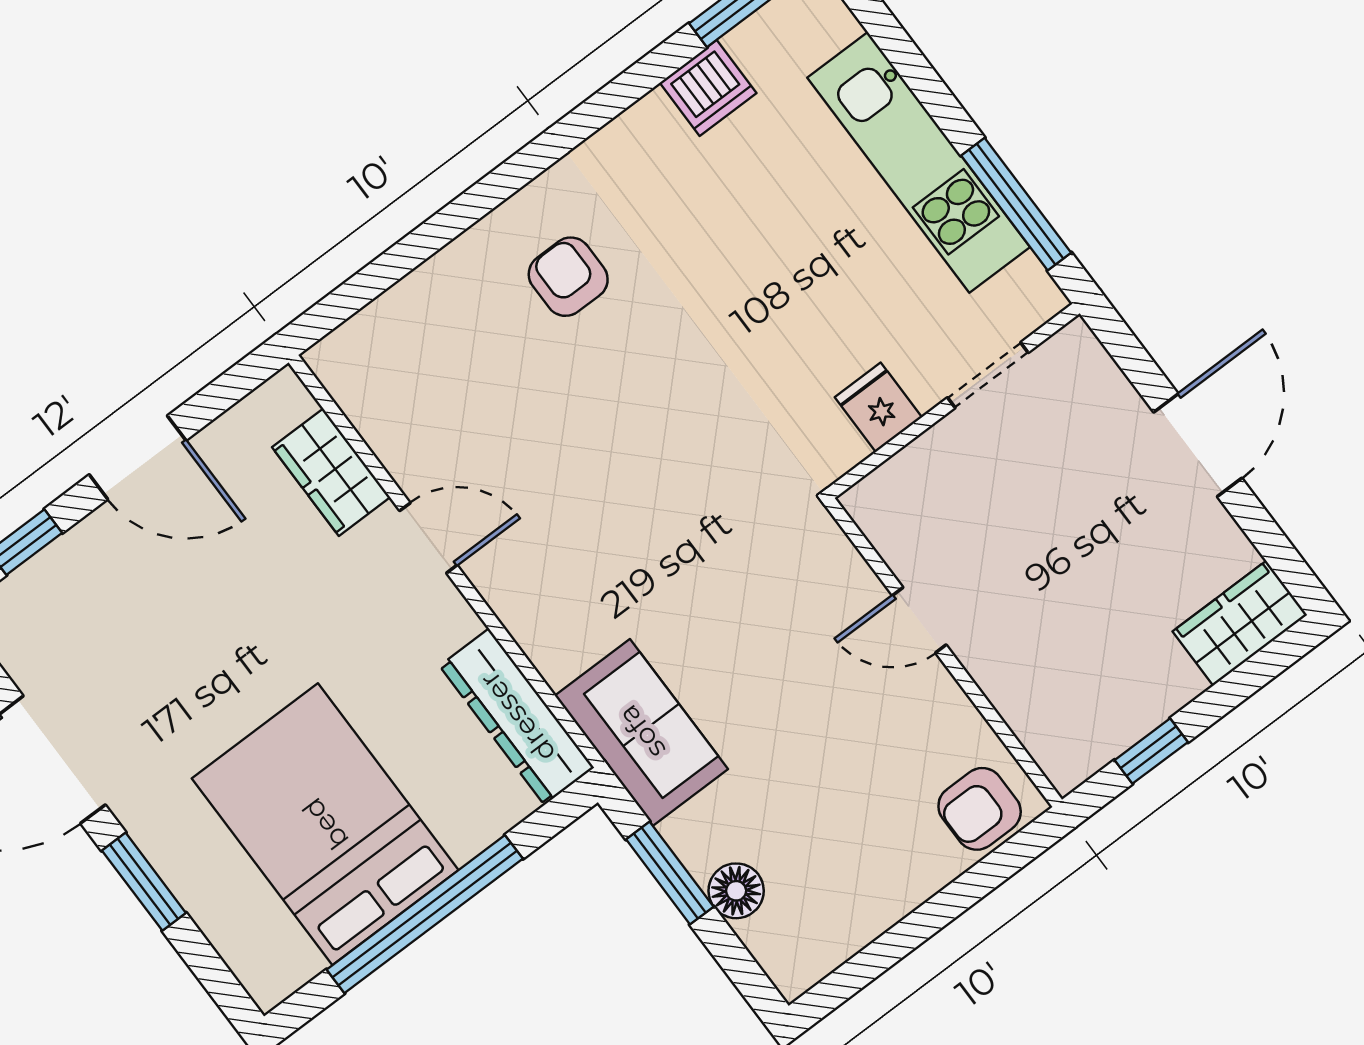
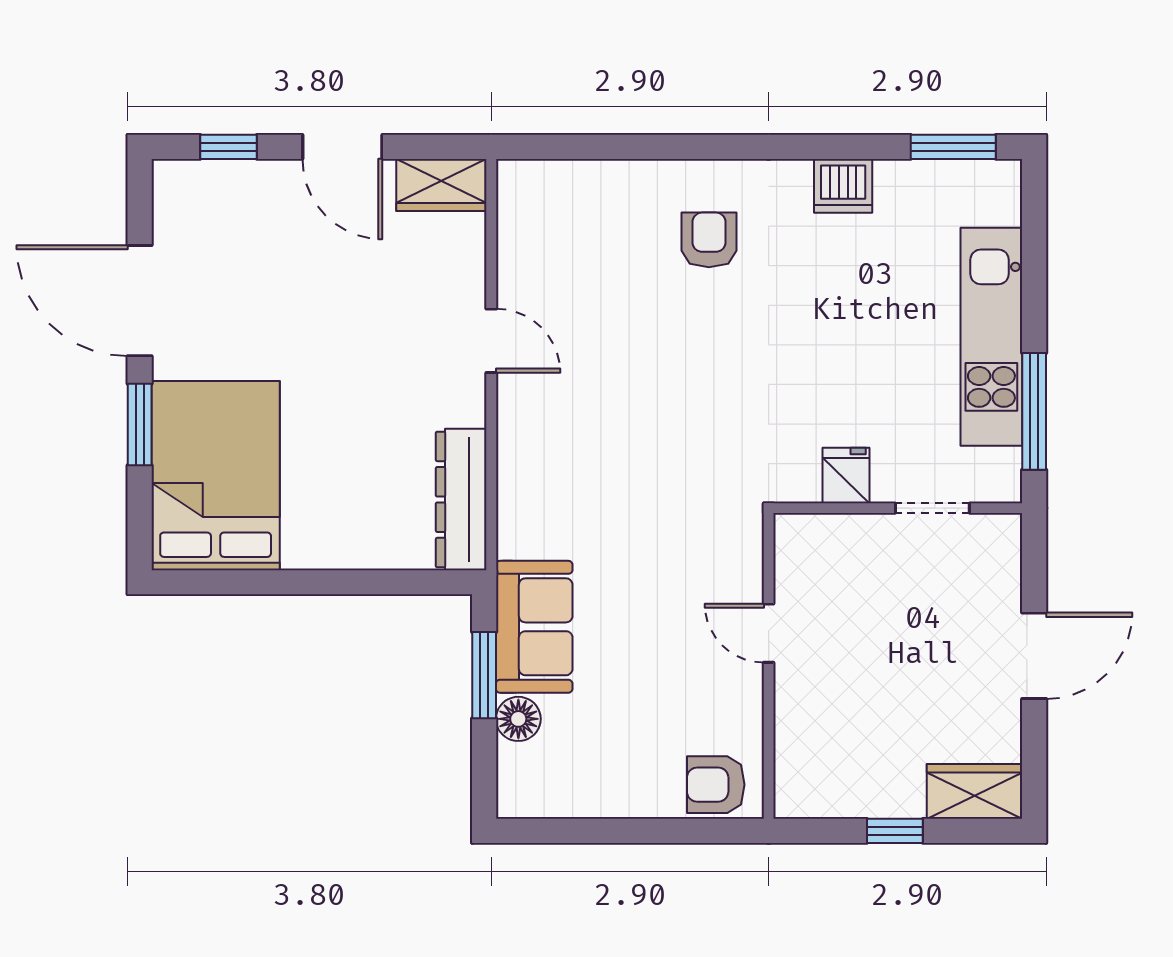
dishwasher: (708, 88) -> (843, 186), moved
wardrobe: (331, 472) -> (441, 185), moved, turned -90
sofa: (641, 732) -> (534, 627), moved
window: (1151, 751) -> (895, 831), moved
bed: (325, 824) -> (216, 476), moved
window: (425, 914) -> (305, 582), removed

